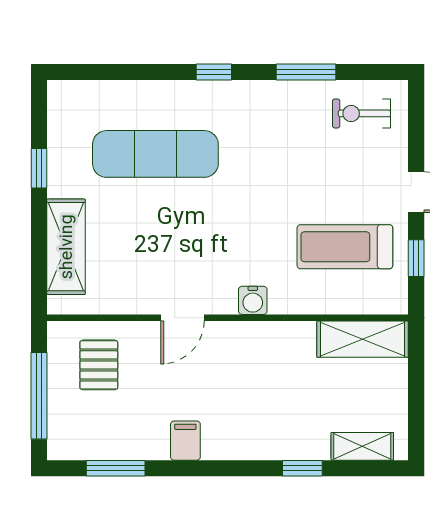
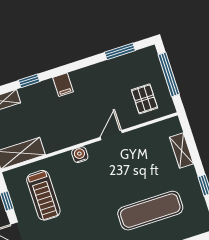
shelving: (66, 247) -> (181, 151), width x0.67, depth x0.75
treadmill: (345, 247) -> (43, 195), turned 90
filing cabinet: (185, 441) -> (63, 85), moved

